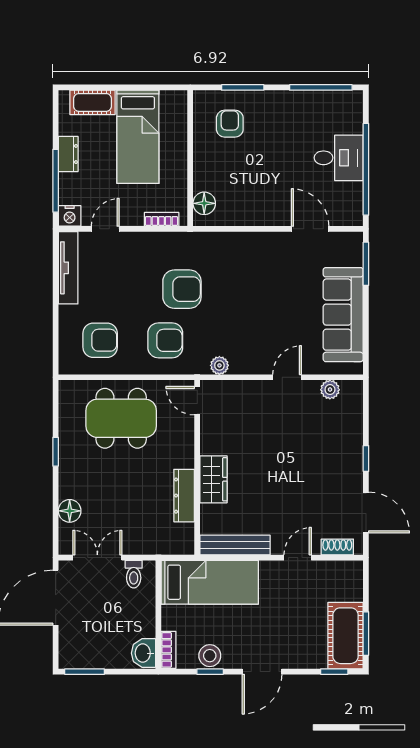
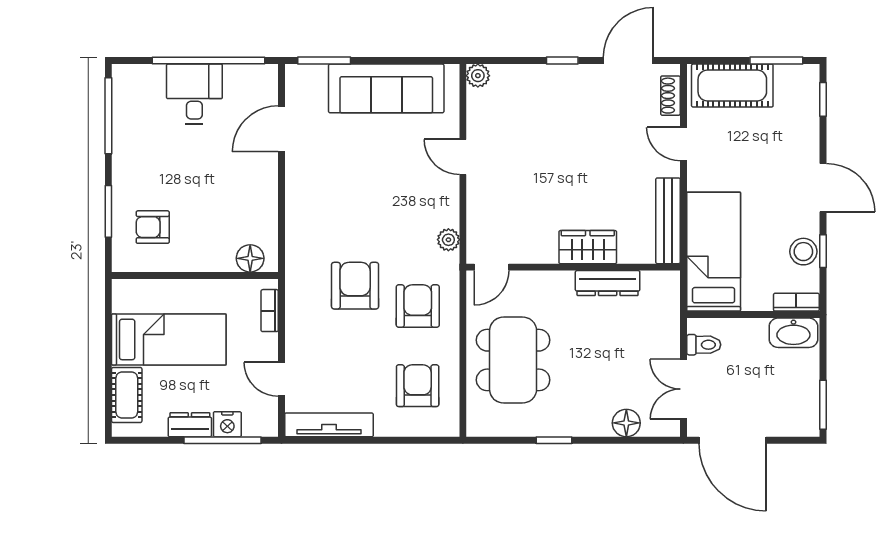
nightstand: (70, 216) -> (227, 424), moved, turned 90
plant: (330, 390) -> (478, 76), moved
cot: (346, 636) -> (732, 86), moved
washbasin: (143, 653) -> (793, 333), width x1.38

